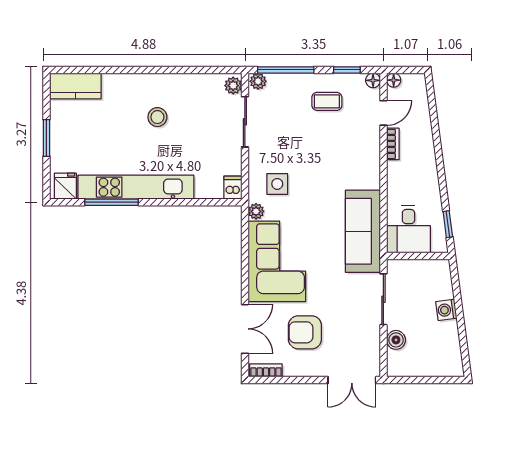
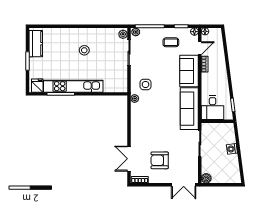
kitchen counter: (75, 86) -> (36, 44), moved, turned -90
sofa: (362, 157) -> (189, 71), added
dishwasher: (233, 188) -> (123, 86), removed
corner sofa: (277, 261) -> (145, 124), removed
double door: (245, 329) -> (129, 159), swing flipped
boiler: (396, 340) -> (206, 178), moved

